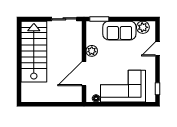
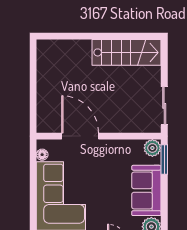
plant: (92, 51) -> (152, 148), moved
stairs: (34, 52) -> (127, 52), width x0.73, depth x0.66

